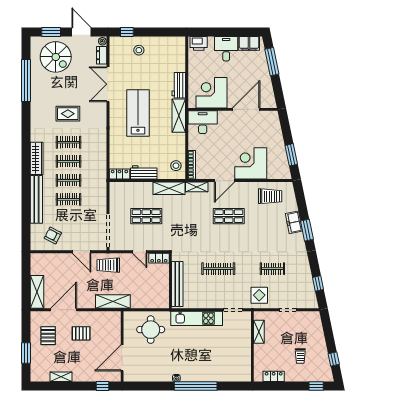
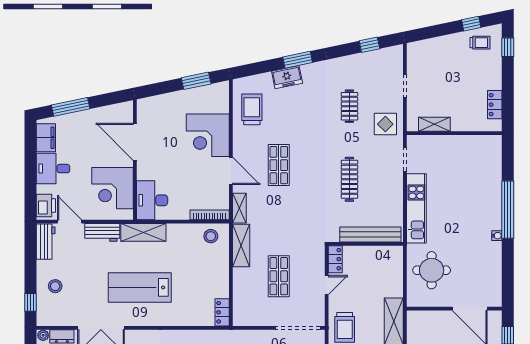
door: (187, 61) -> (70, 222), added
workbench: (144, 172) -> (46, 242), moved, turned 180
trolley: (300, 356) -> (480, 43), moved

